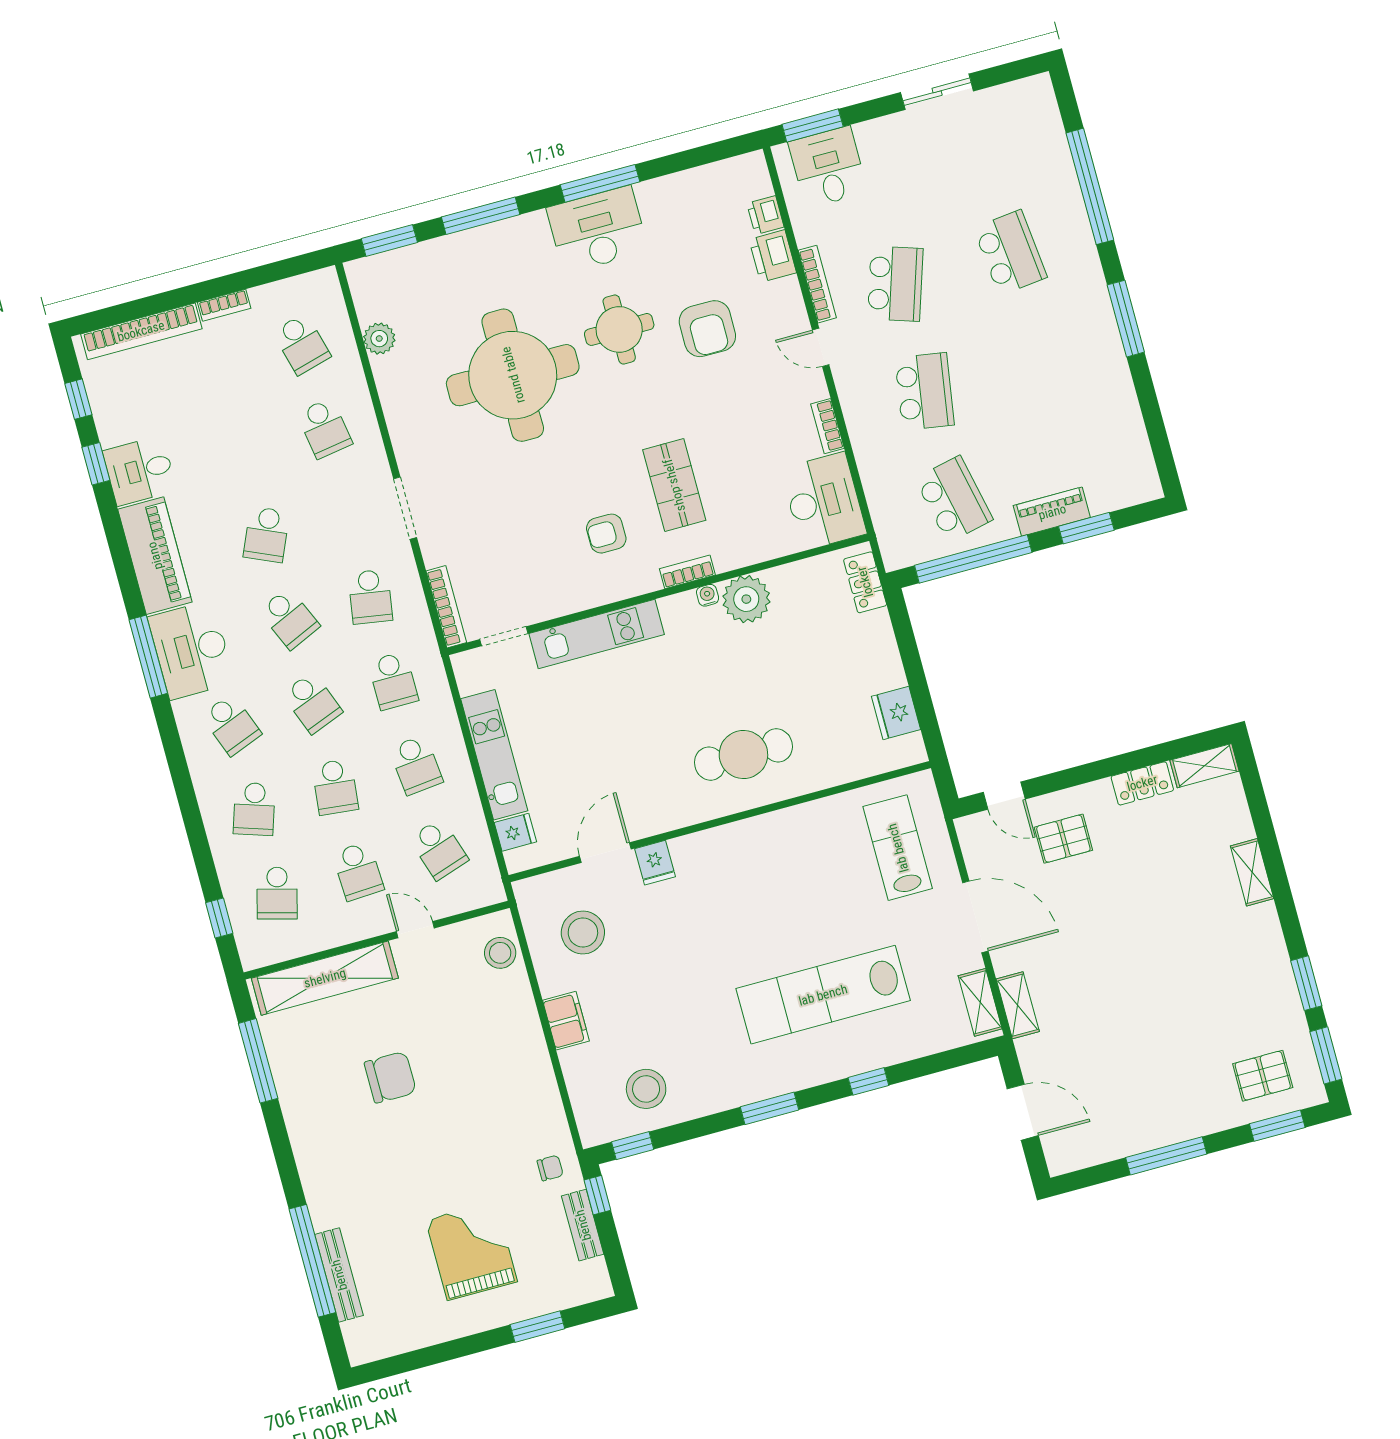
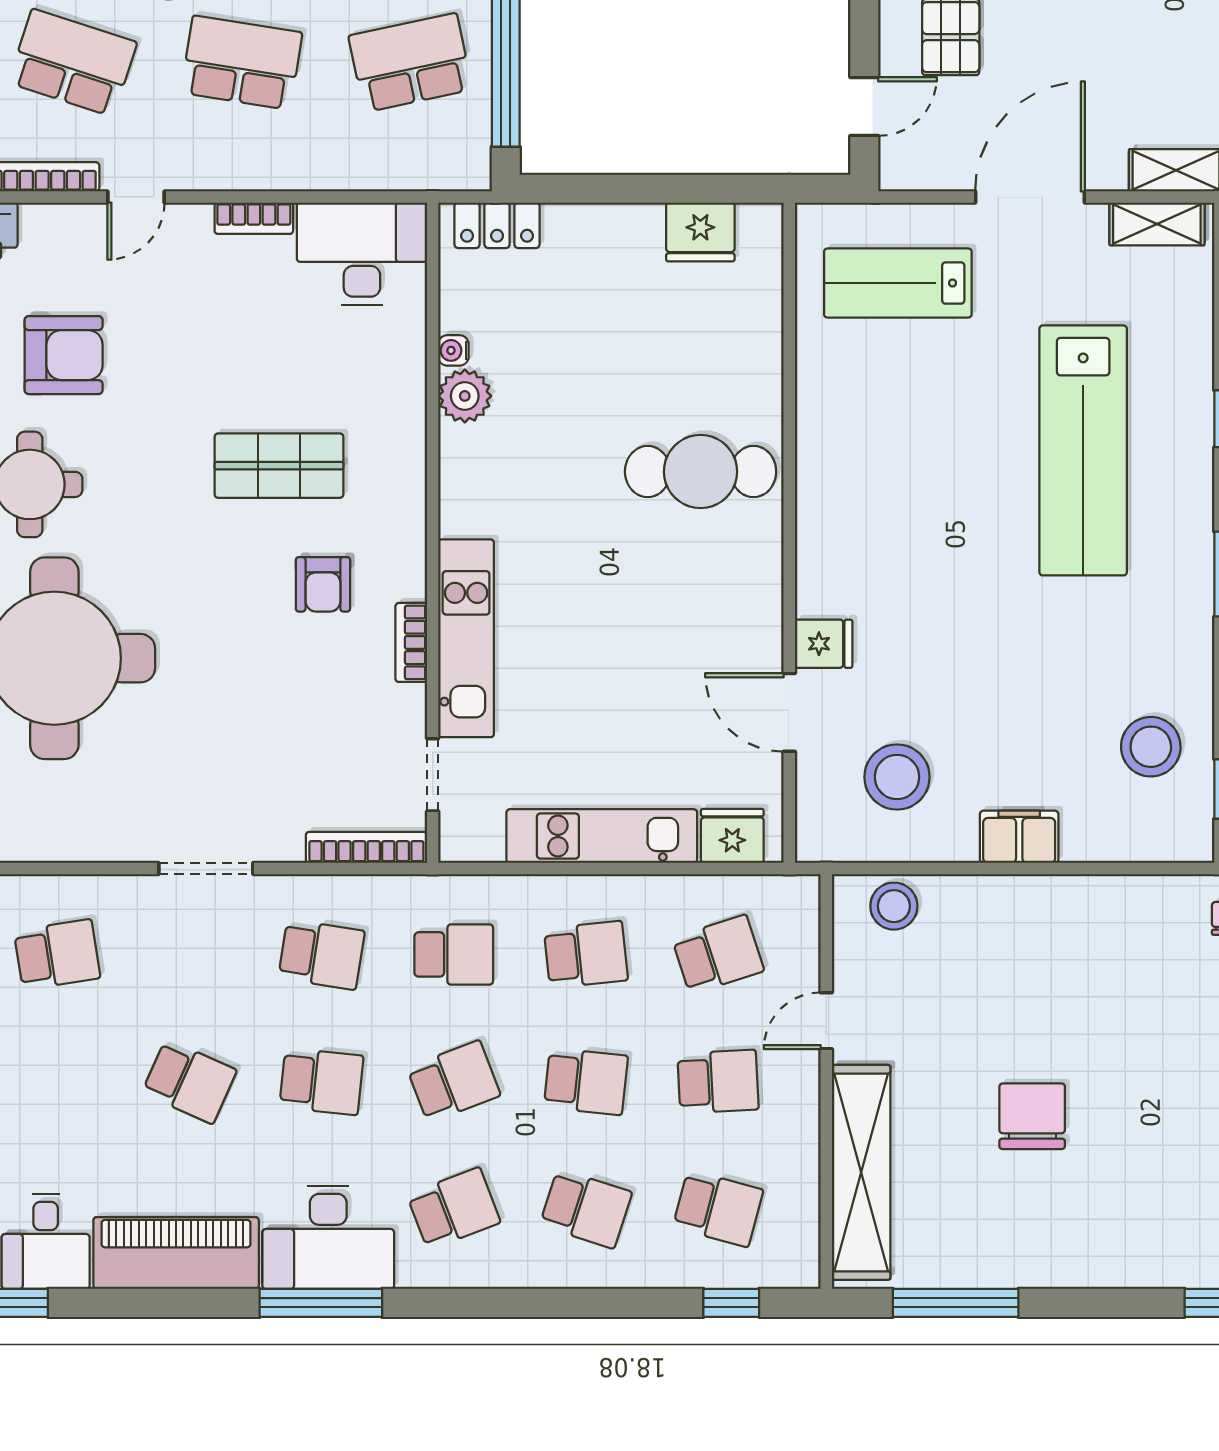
bookcase: (687, 572) -> (411, 642), moved
water cooler: (708, 595) -> (453, 350), moved
plant: (746, 599) -> (465, 396), width x0.73, depth x0.73
school desk: (289, 619) -> (321, 1082), turned 30
cafe table: (743, 755) -> (701, 472), turned 90
fridge: (515, 832) -> (732, 836), width x1.38

